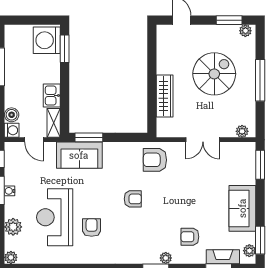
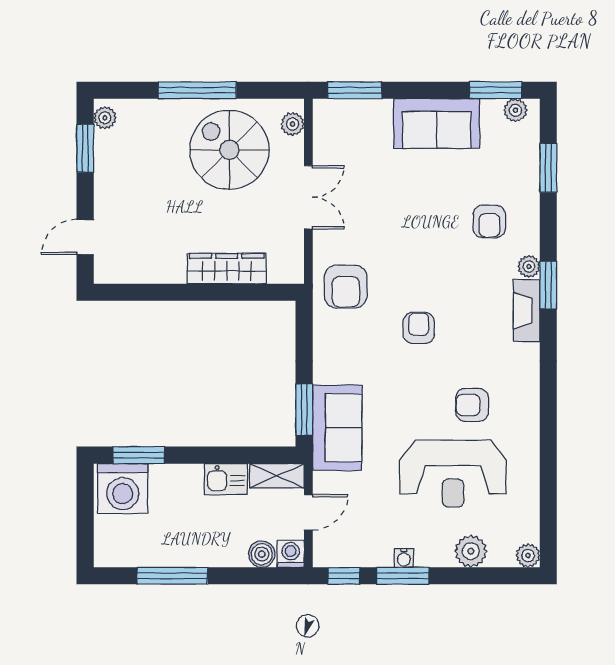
spiral stairs: (214, 74) -> (229, 150), moved
fireplace: (223, 257) -> (527, 311), moved

